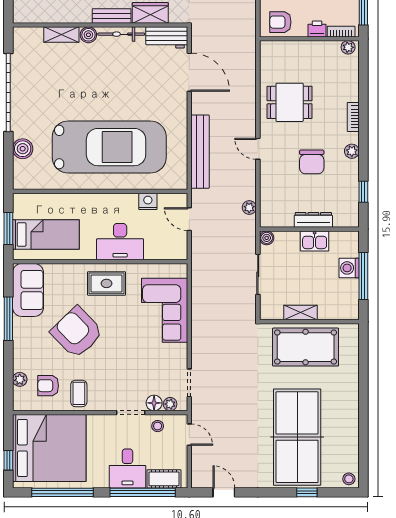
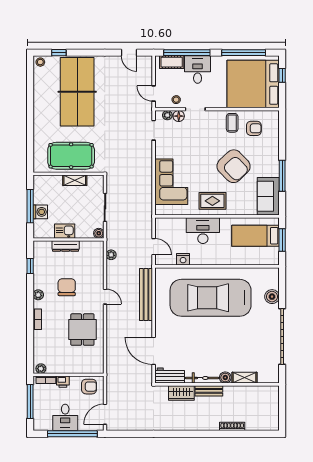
dining table: (290, 102) -> (82, 330), turned 90
plant: (20, 379) -> (274, 133), removed
window: (307, 492) -> (59, 53), moved

